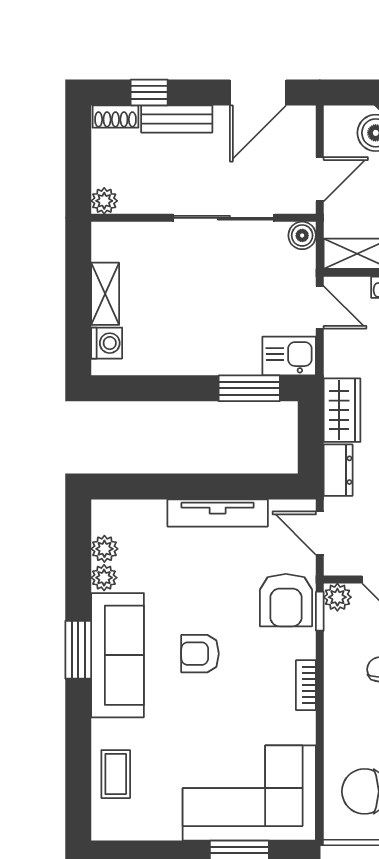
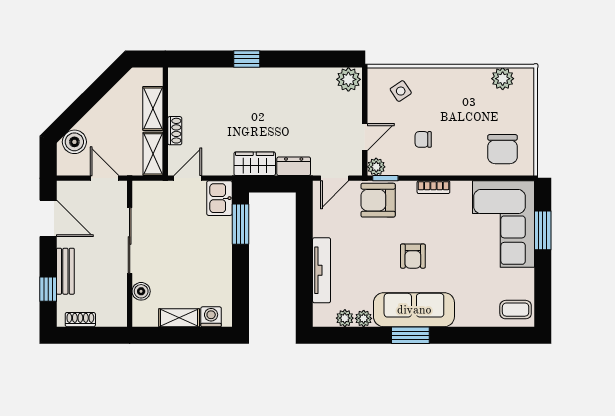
shoe rack: (115, 117) -> (80, 320), moved, turned -90
plant: (104, 201) -> (119, 318), removed
boiler: (302, 235) -> (141, 291), moved
tv unit: (218, 513) -> (322, 270), moved
armchair: (286, 600) -> (378, 200), turned 180
coffee table: (116, 774) -> (516, 310), moved

